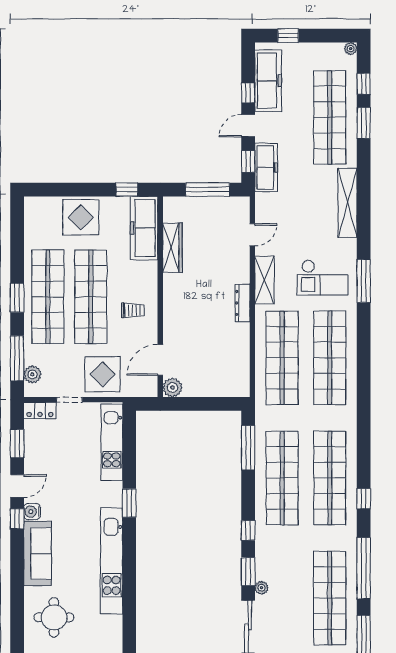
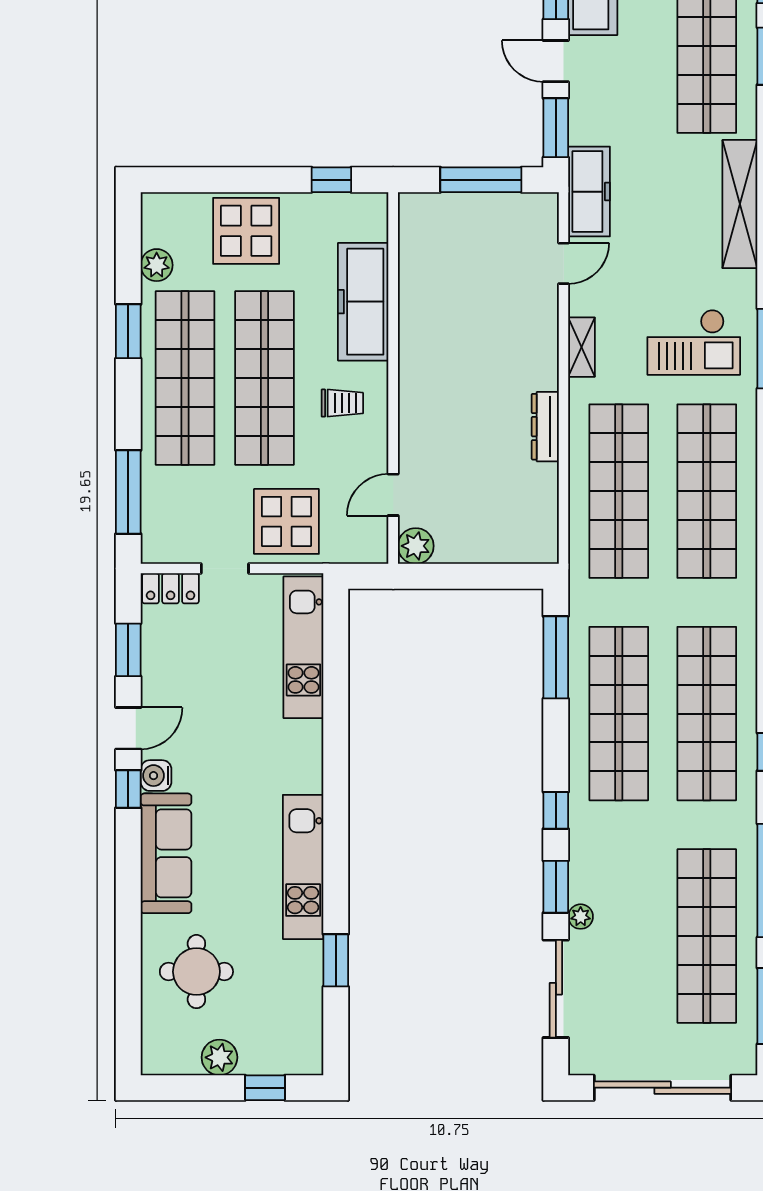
door: (248, 126) -> (556, 61), hinge flipped
window: (248, 162) -> (556, 128), width x1.50
freezer: (266, 167) -> (589, 192), moved
freezer: (144, 228) -> (363, 302), moved
wardrobe: (172, 248) -> (416, 287), removed
shelving: (264, 280) -> (582, 347), width x0.67, depth x0.75
window: (17, 298) -> (128, 331), moved
dresser: (242, 303) -> (545, 427), moved
door: (160, 360) -> (393, 495), width x0.73
plant: (32, 374) -> (157, 265), moved
window: (129, 503) -> (336, 960), moved
kitchen unit: (112, 561) -> (303, 867), width x0.73

